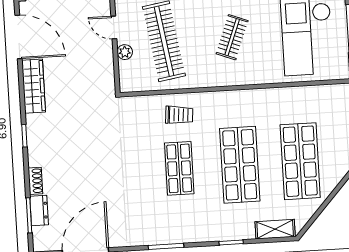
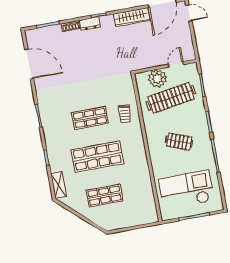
plant: (125, 52) -> (157, 78), width x1.88, depth x1.88
shop shelf: (300, 161) -> (104, 196), width x0.70, depth x0.74
dresser: (39, 210) -> (90, 24), moved

